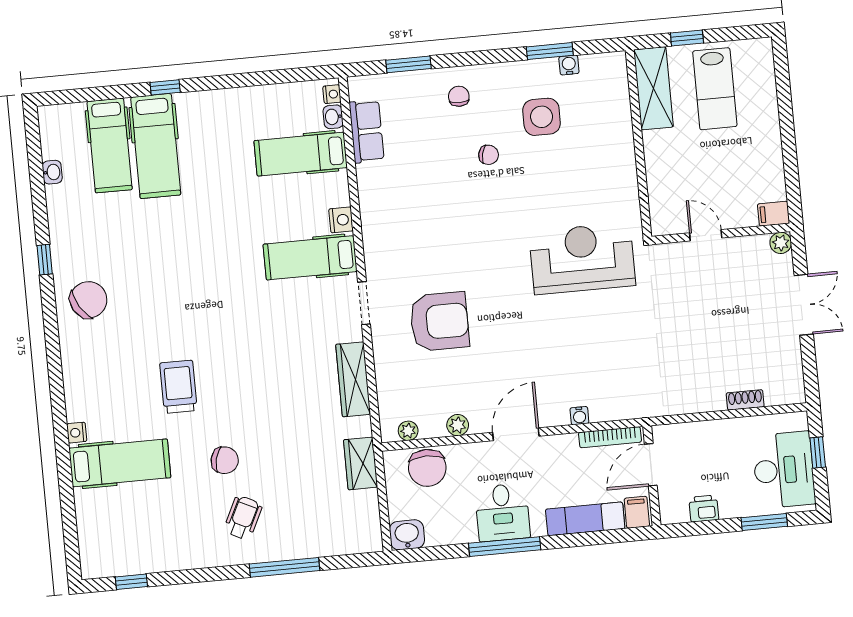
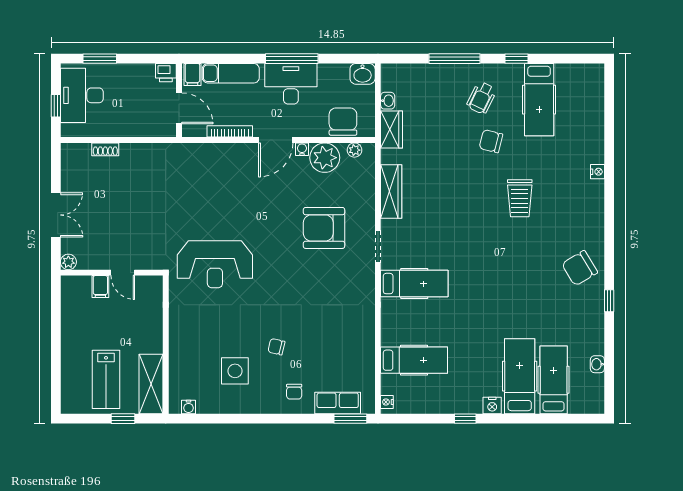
window: (550, 51) -> (224, 419), removed
window: (409, 64) -> (350, 419), moved
water cooler: (569, 65) -> (188, 407), moved
window: (165, 87) -> (465, 419), moved
lab bench: (715, 89) -> (106, 379), turned 180
washbasin: (333, 117) -> (388, 101), moved
row of seats: (367, 131) -> (338, 403), moved, turned 90
filing cabinet: (773, 214) -> (100, 287), moved, turned 90
nightstand: (341, 220) -> (492, 405), moved, turned -90
double door: (804, 305) -> (56, 215), swing flipped
water cooler: (579, 416) -> (302, 149), moved
plant: (458, 425) -> (325, 158), width x1.87, depth x1.87
bookcase: (610, 437) -> (230, 131), moved
hospital bed: (120, 463) -> (539, 100), moved, turned -90
door: (651, 465) -> (179, 108), hinge flipped
printer: (704, 509) -> (166, 73), moved
desk: (502, 512) -> (291, 84), width x1.37
window: (131, 582) -> (516, 59), moved

